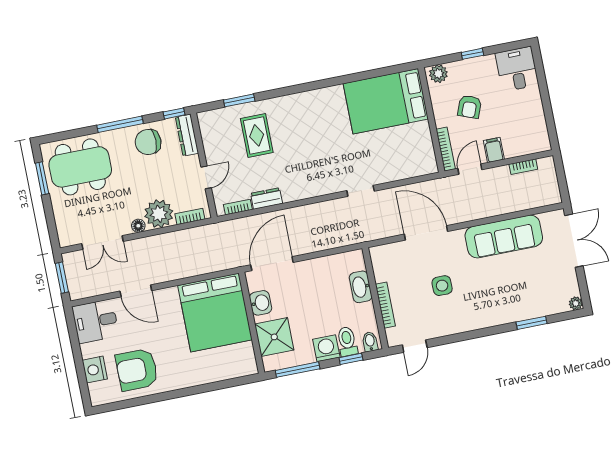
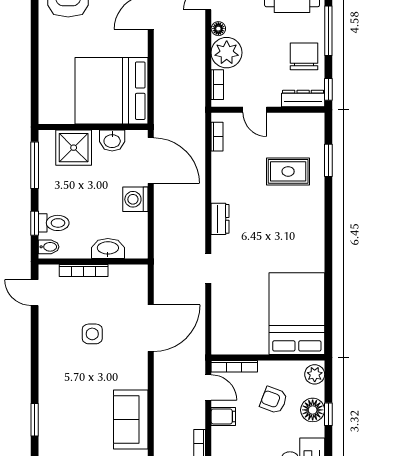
floor lamp: (471, 69) -> (313, 410), added
dresser: (266, 198) -> (220, 219), moved
sofa: (504, 237) -> (131, 419), width x0.73
washing machine: (326, 348) -> (135, 199), moved, turned 180

